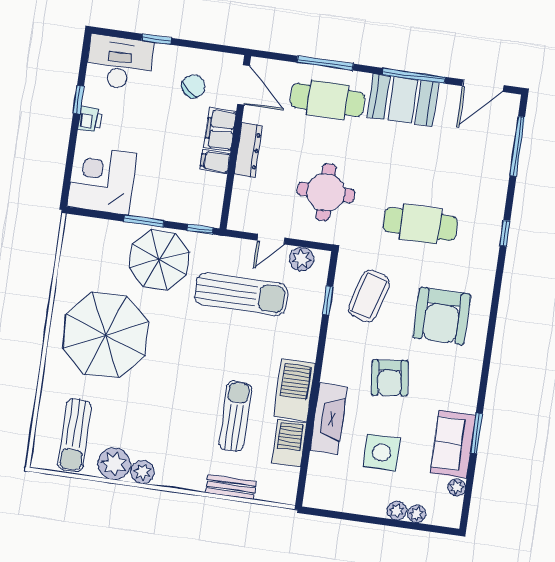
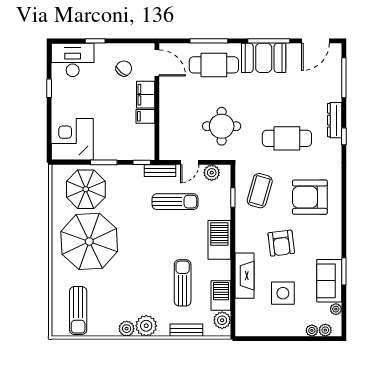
printer: (90, 119) -> (59, 100), removed
dresser: (248, 150) -> (335, 120), moved, turned 180
bench: (225, 245) -> (160, 171), added
parasol: (159, 260) -> (86, 189), moved
sun lounger: (241, 294) -> (175, 202), width x0.73, depth x0.75
armchair: (442, 316) -> (310, 197), turned 90
barbecue: (295, 390) -> (219, 240), moved
plant: (114, 464) -> (146, 326), moved
plant: (286, 480) -> (222, 320), added
plant: (397, 511) -> (325, 330), moved

